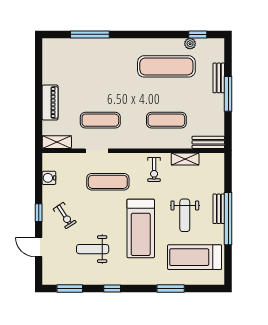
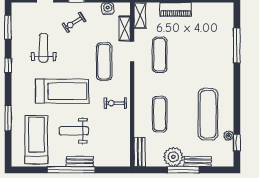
plant: (214, 105) -> (173, 157), added
shelving: (185, 159) -> (125, 29), moved
treadmill: (141, 228) -> (62, 91), turned 180

